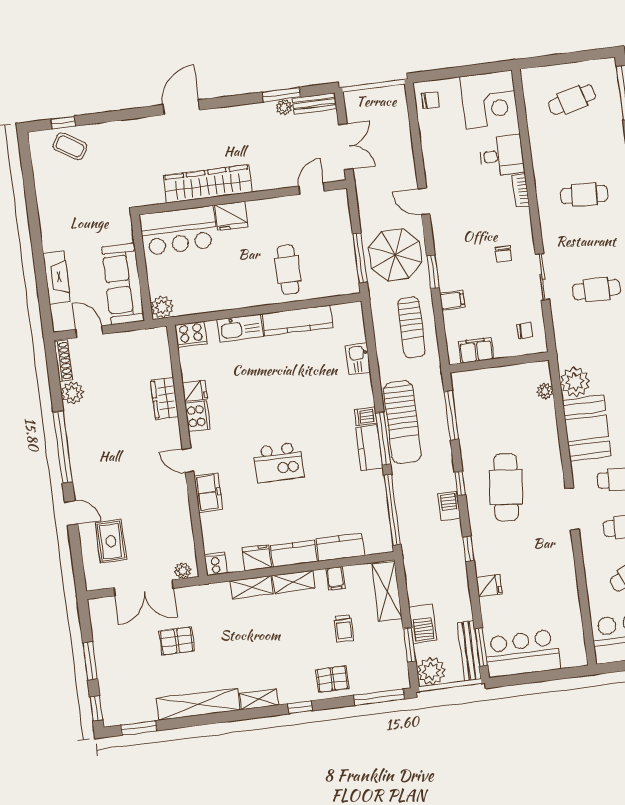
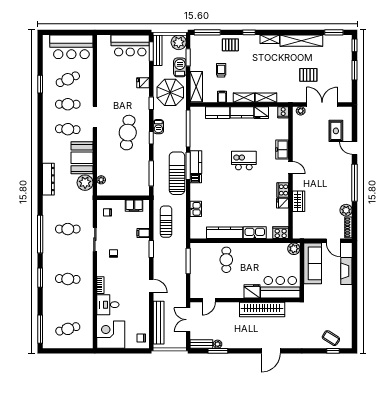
bench: (401, 134) -> (159, 323), added
parasol: (395, 255) -> (170, 92), moved

